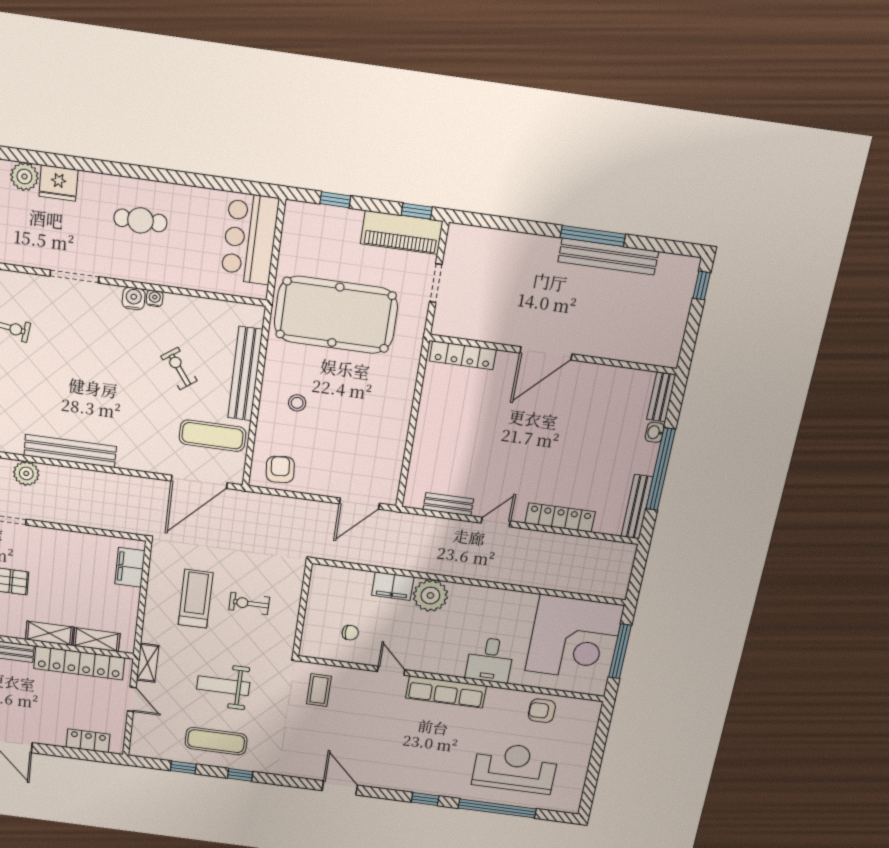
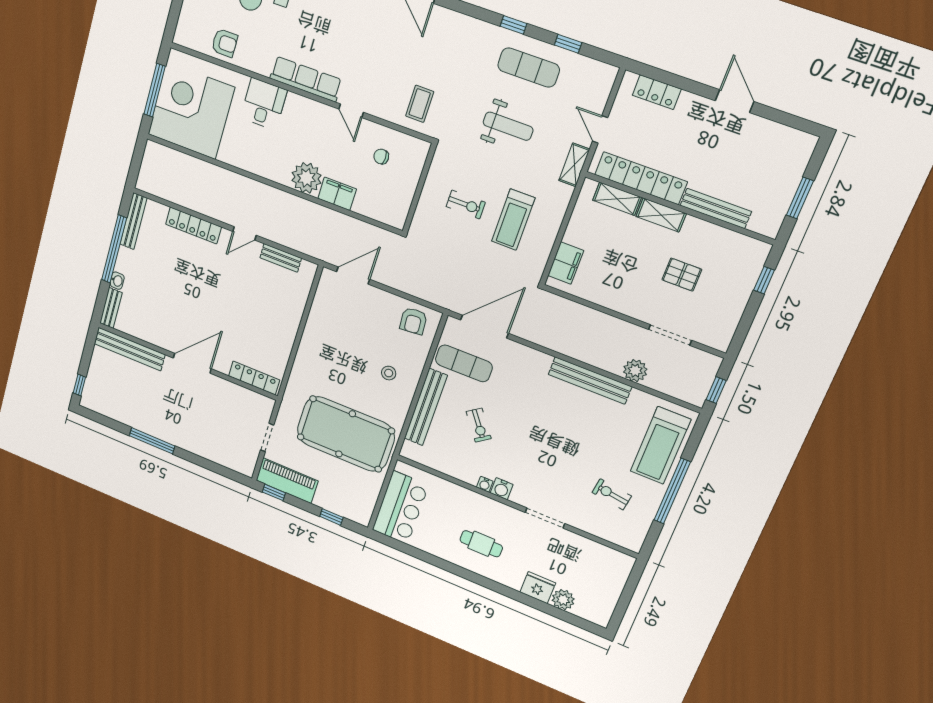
bench: (608, 257) -> (130, 349), moved

